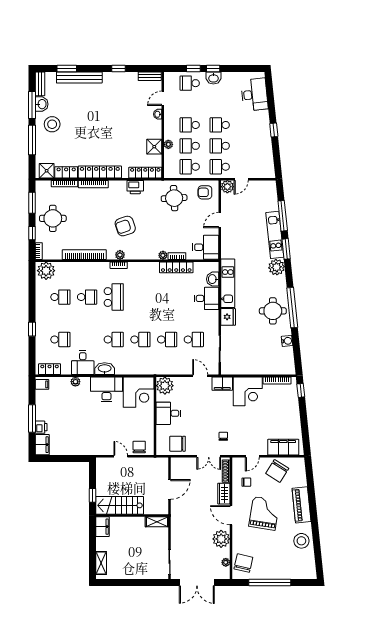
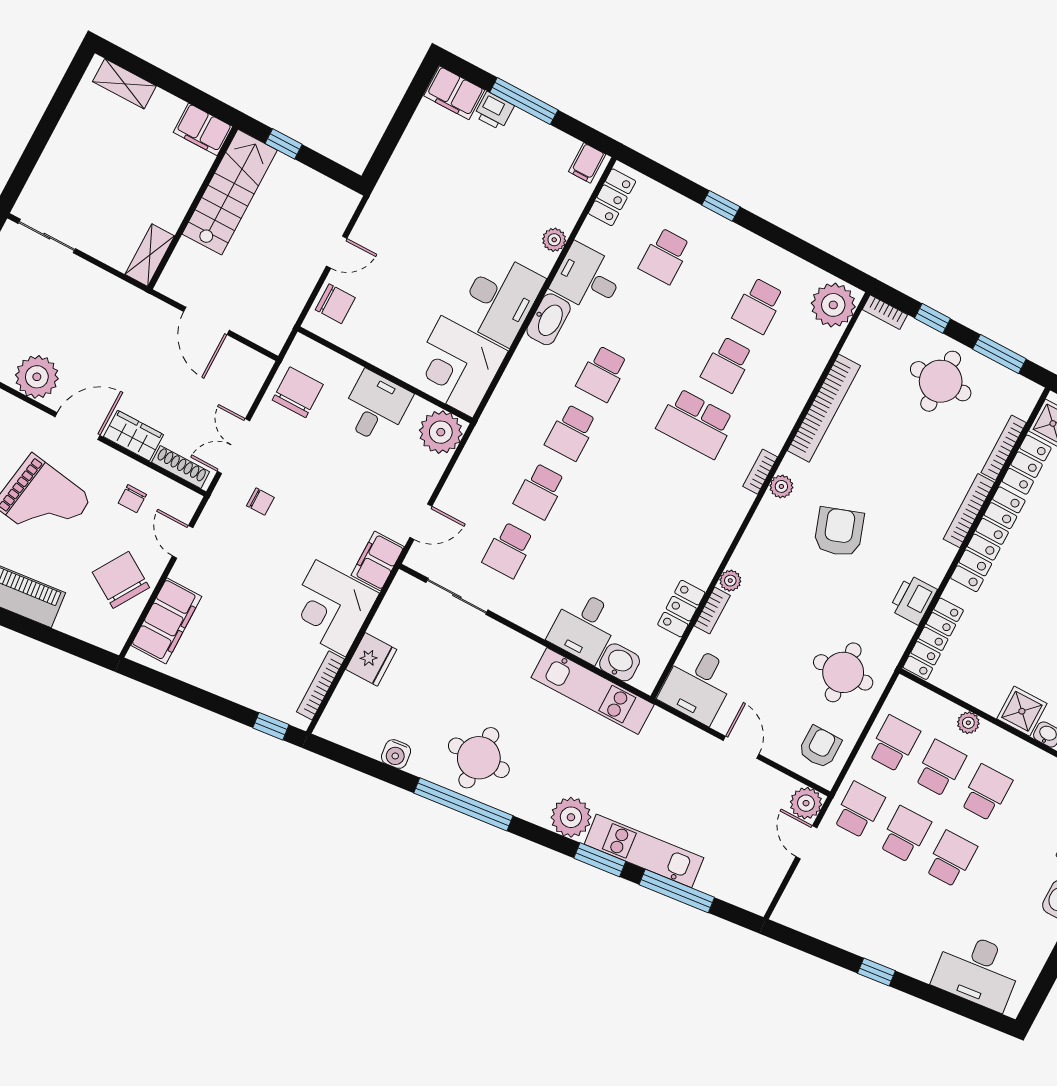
shower: (154, 147) -> (1022, 711), moved
locker: (176, 267) -> (681, 609), width x0.66
fridge: (228, 317) -> (371, 659), moved, turned -90

